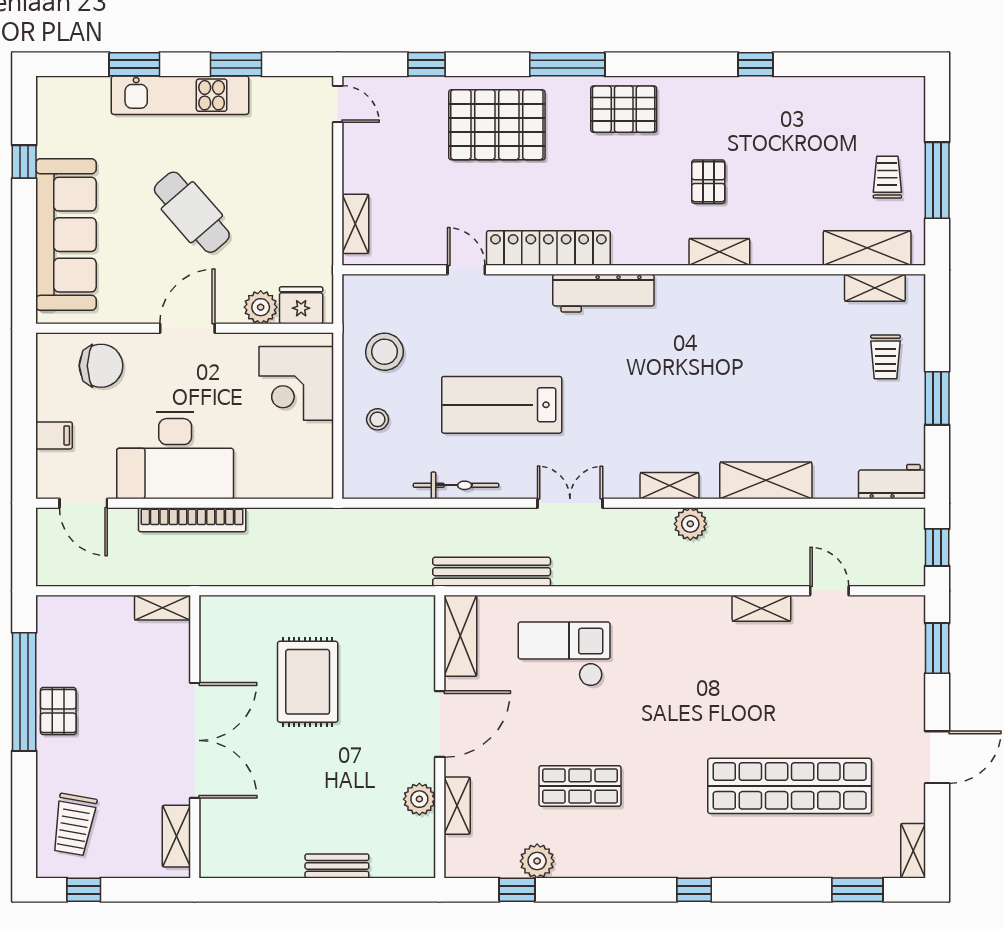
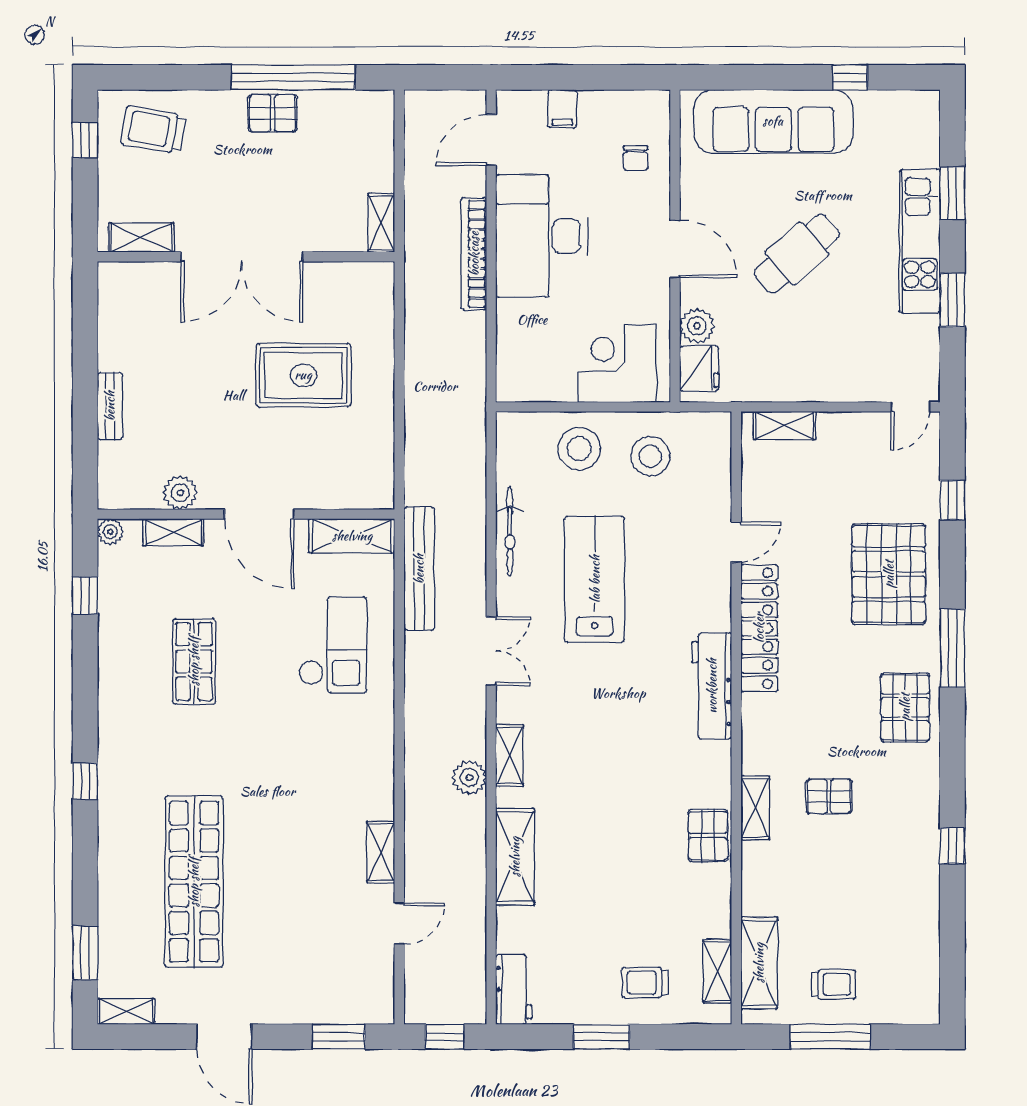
pallet: (746, 297) -> (708, 836), added
chair: (101, 366) -> (636, 158), width x0.54, depth x0.54
stool: (378, 419) -> (579, 449), width x1.89, depth x1.89
plant: (537, 861) -> (110, 532), moved, width x0.73, depth x0.73

